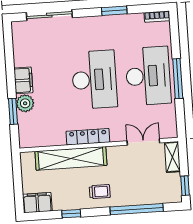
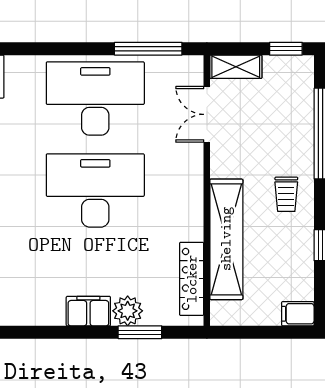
window: (178, 79) -> (148, 49), moved
locker: (88, 137) -> (192, 279), moved
trolley: (100, 192) -> (286, 194), turned 180
filing cabinet: (37, 203) -> (298, 314), width x0.50

